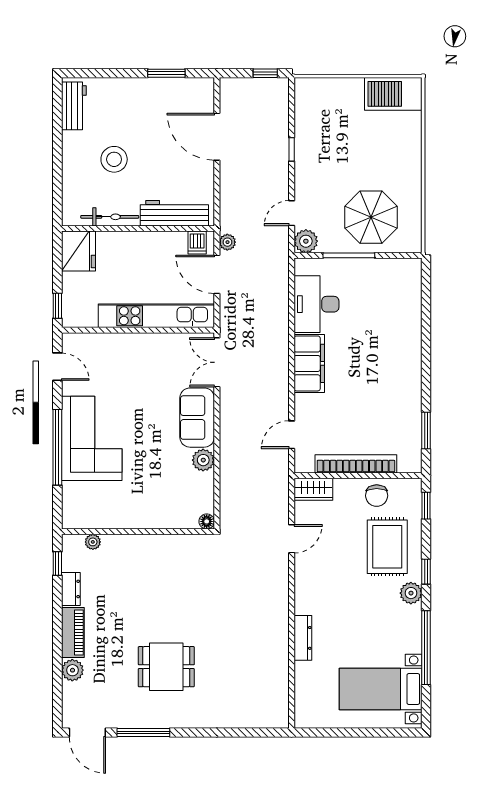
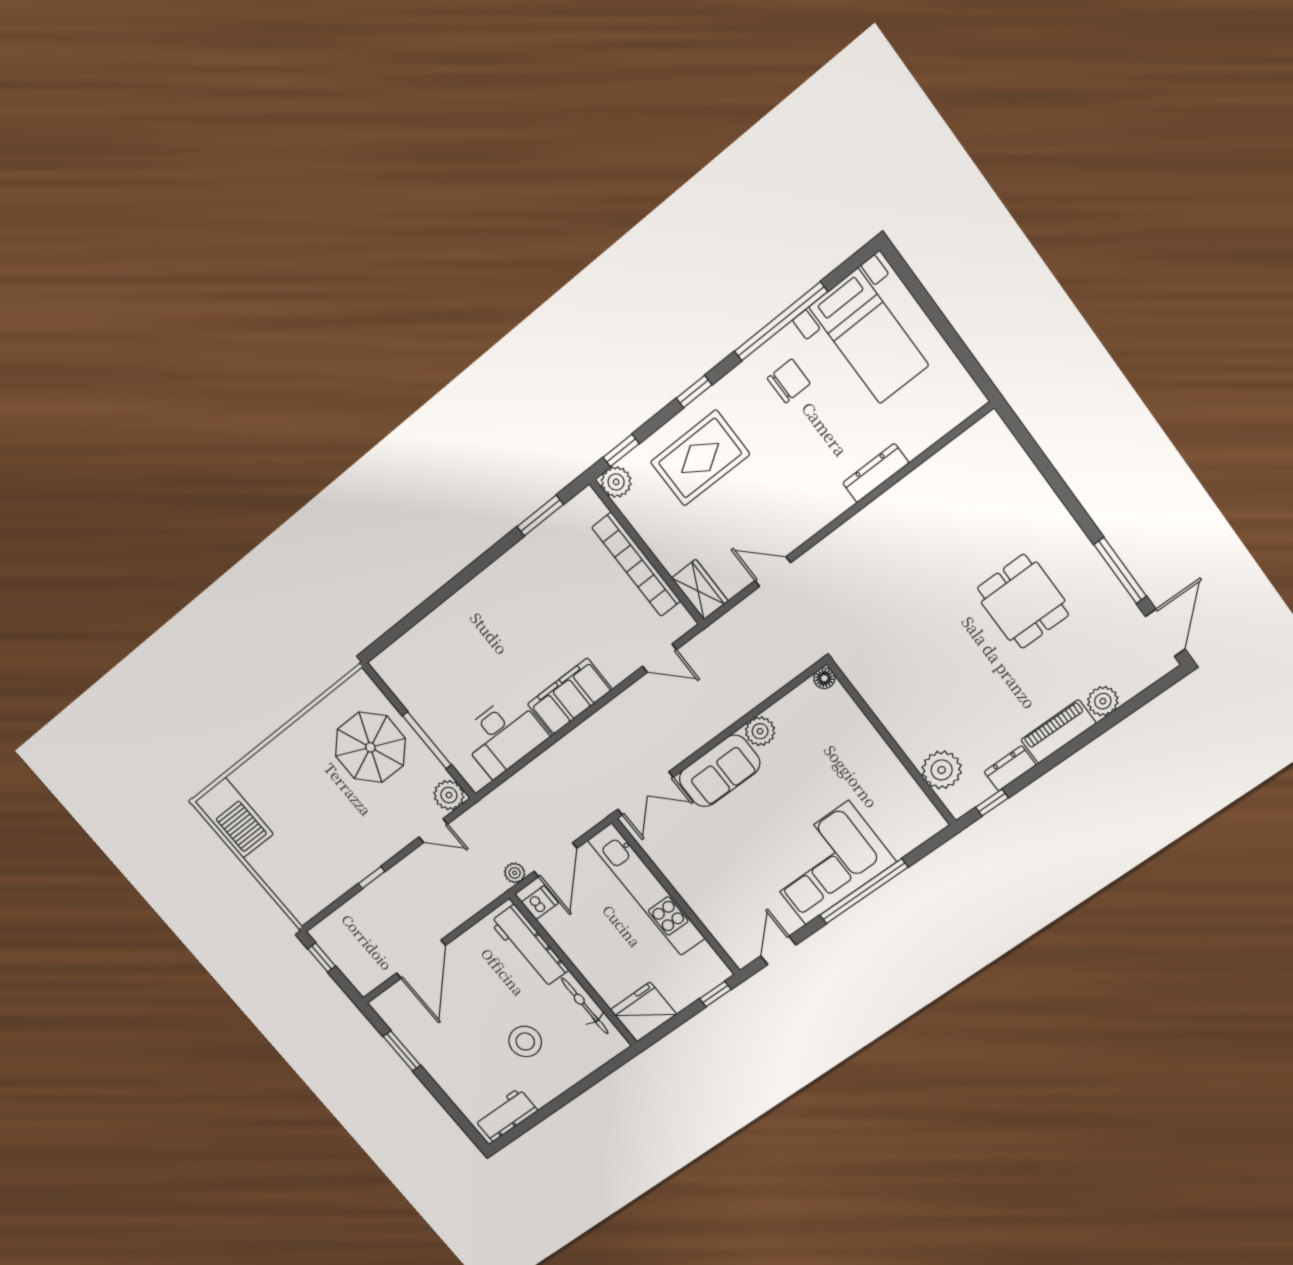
chair: (377, 496) -> (789, 381), moved
plant: (93, 542) -> (942, 770), width x1.87, depth x1.87
plant: (411, 593) -> (616, 482), moved

